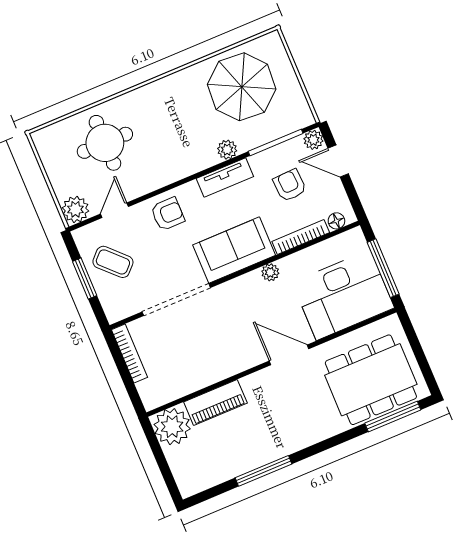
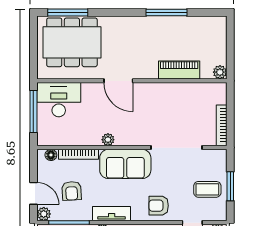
coffee table: (113, 262) -> (207, 189), turned -45
desk: (343, 295) -> (59, 100), width x0.73, depth x0.77
plant: (172, 427) -> (220, 72), width x0.53, depth x0.53

